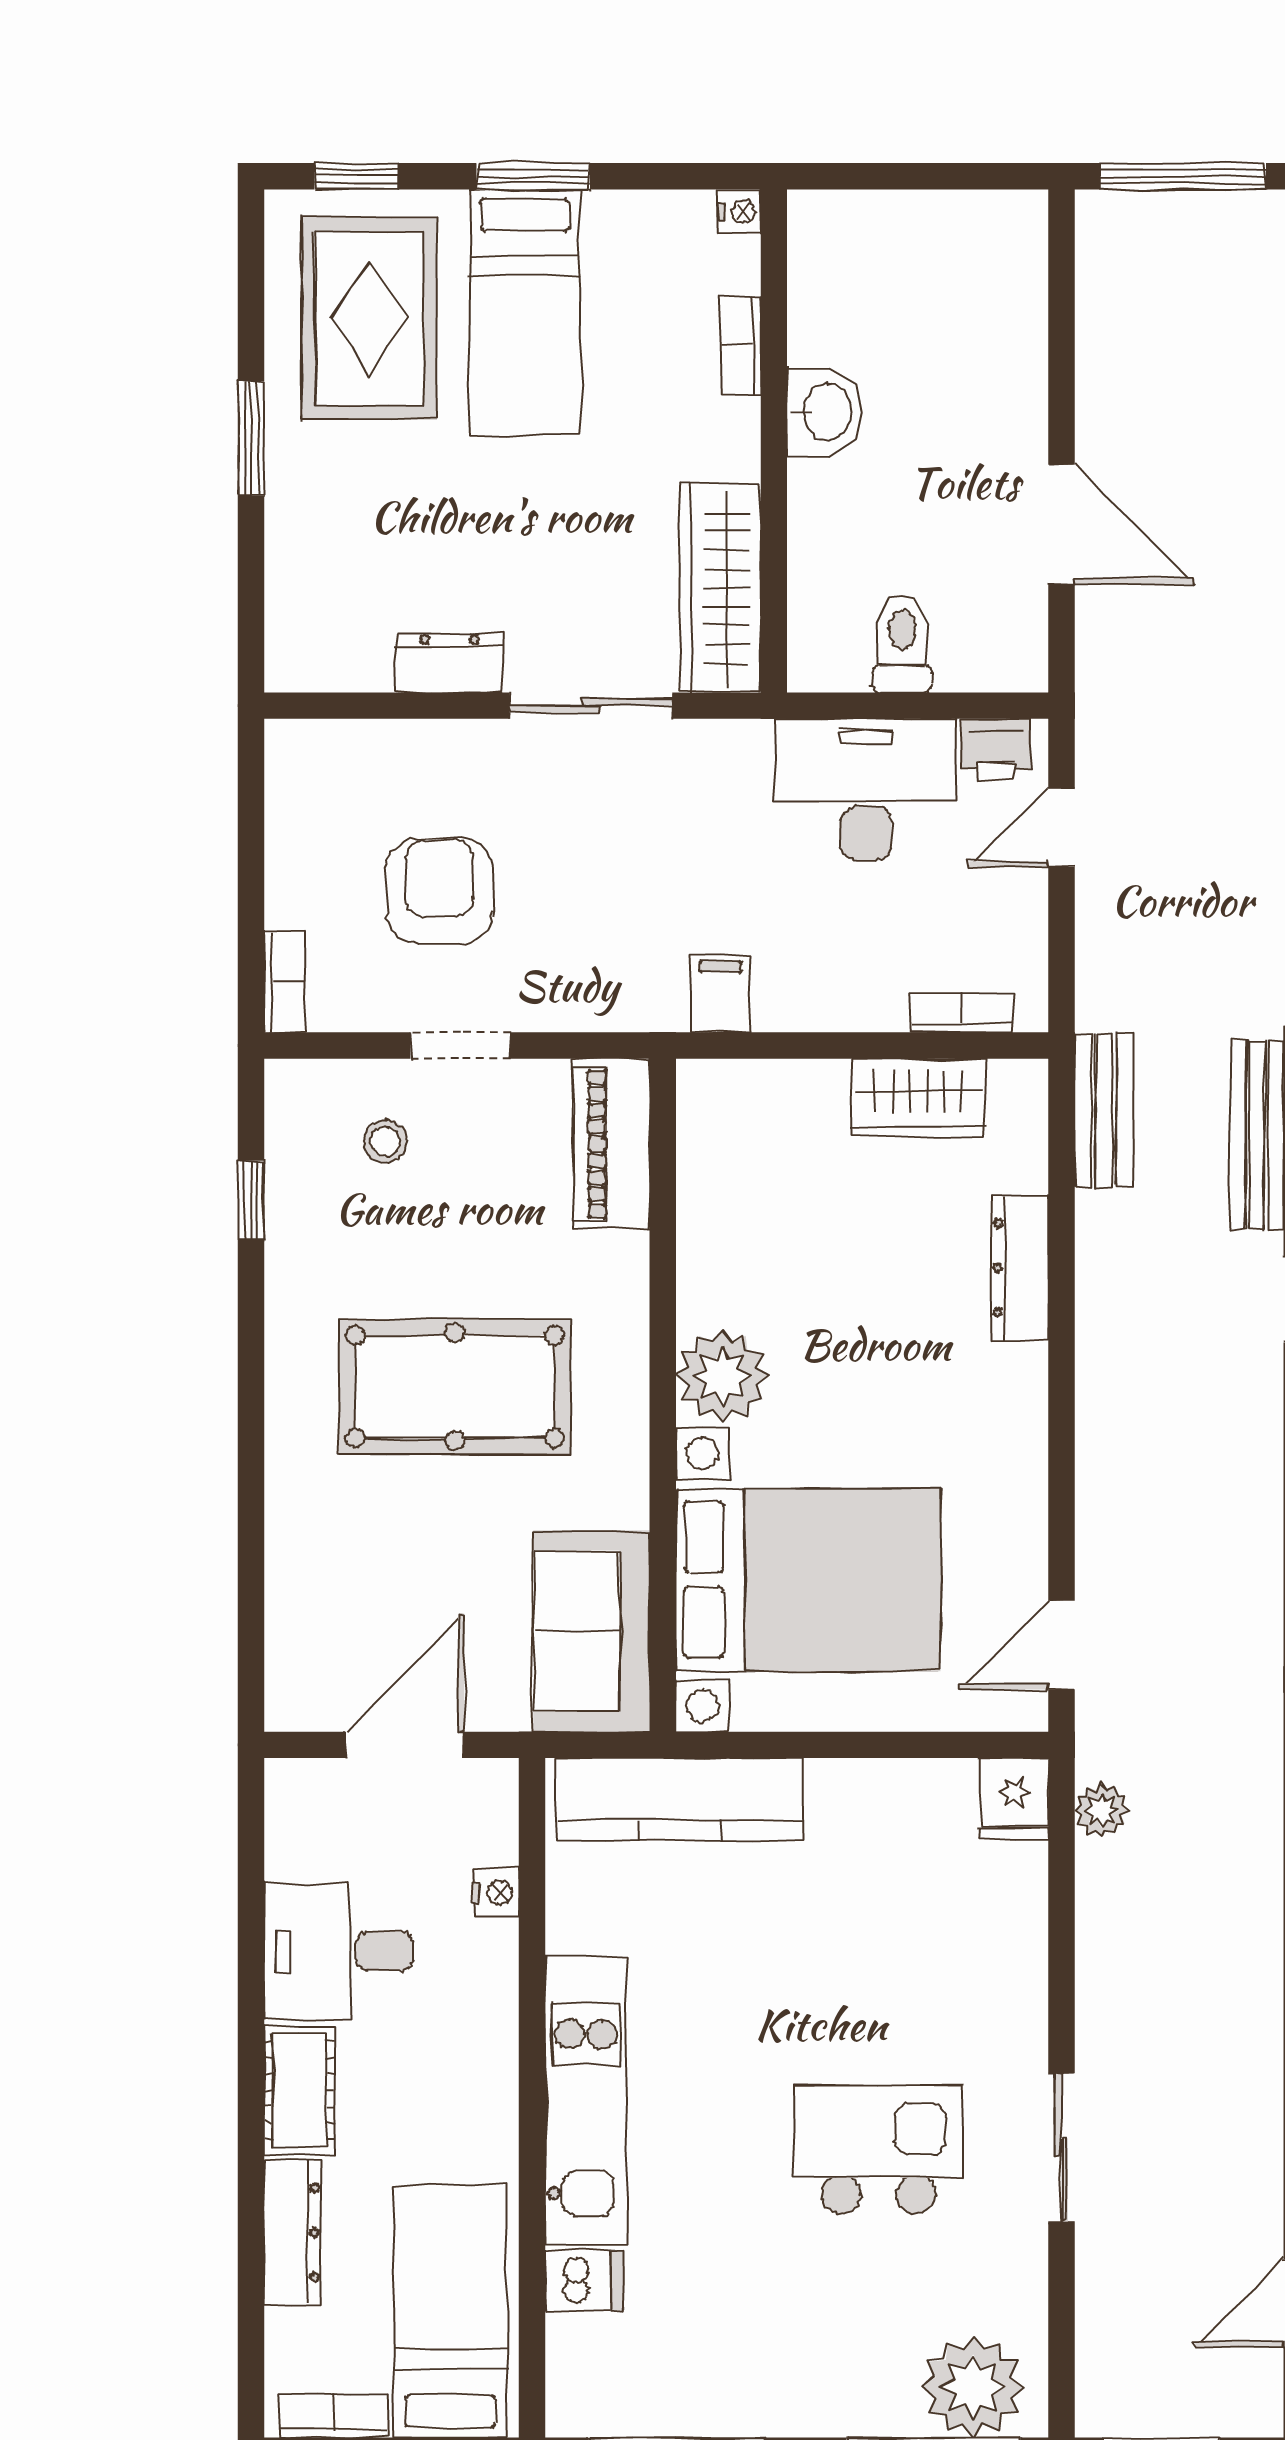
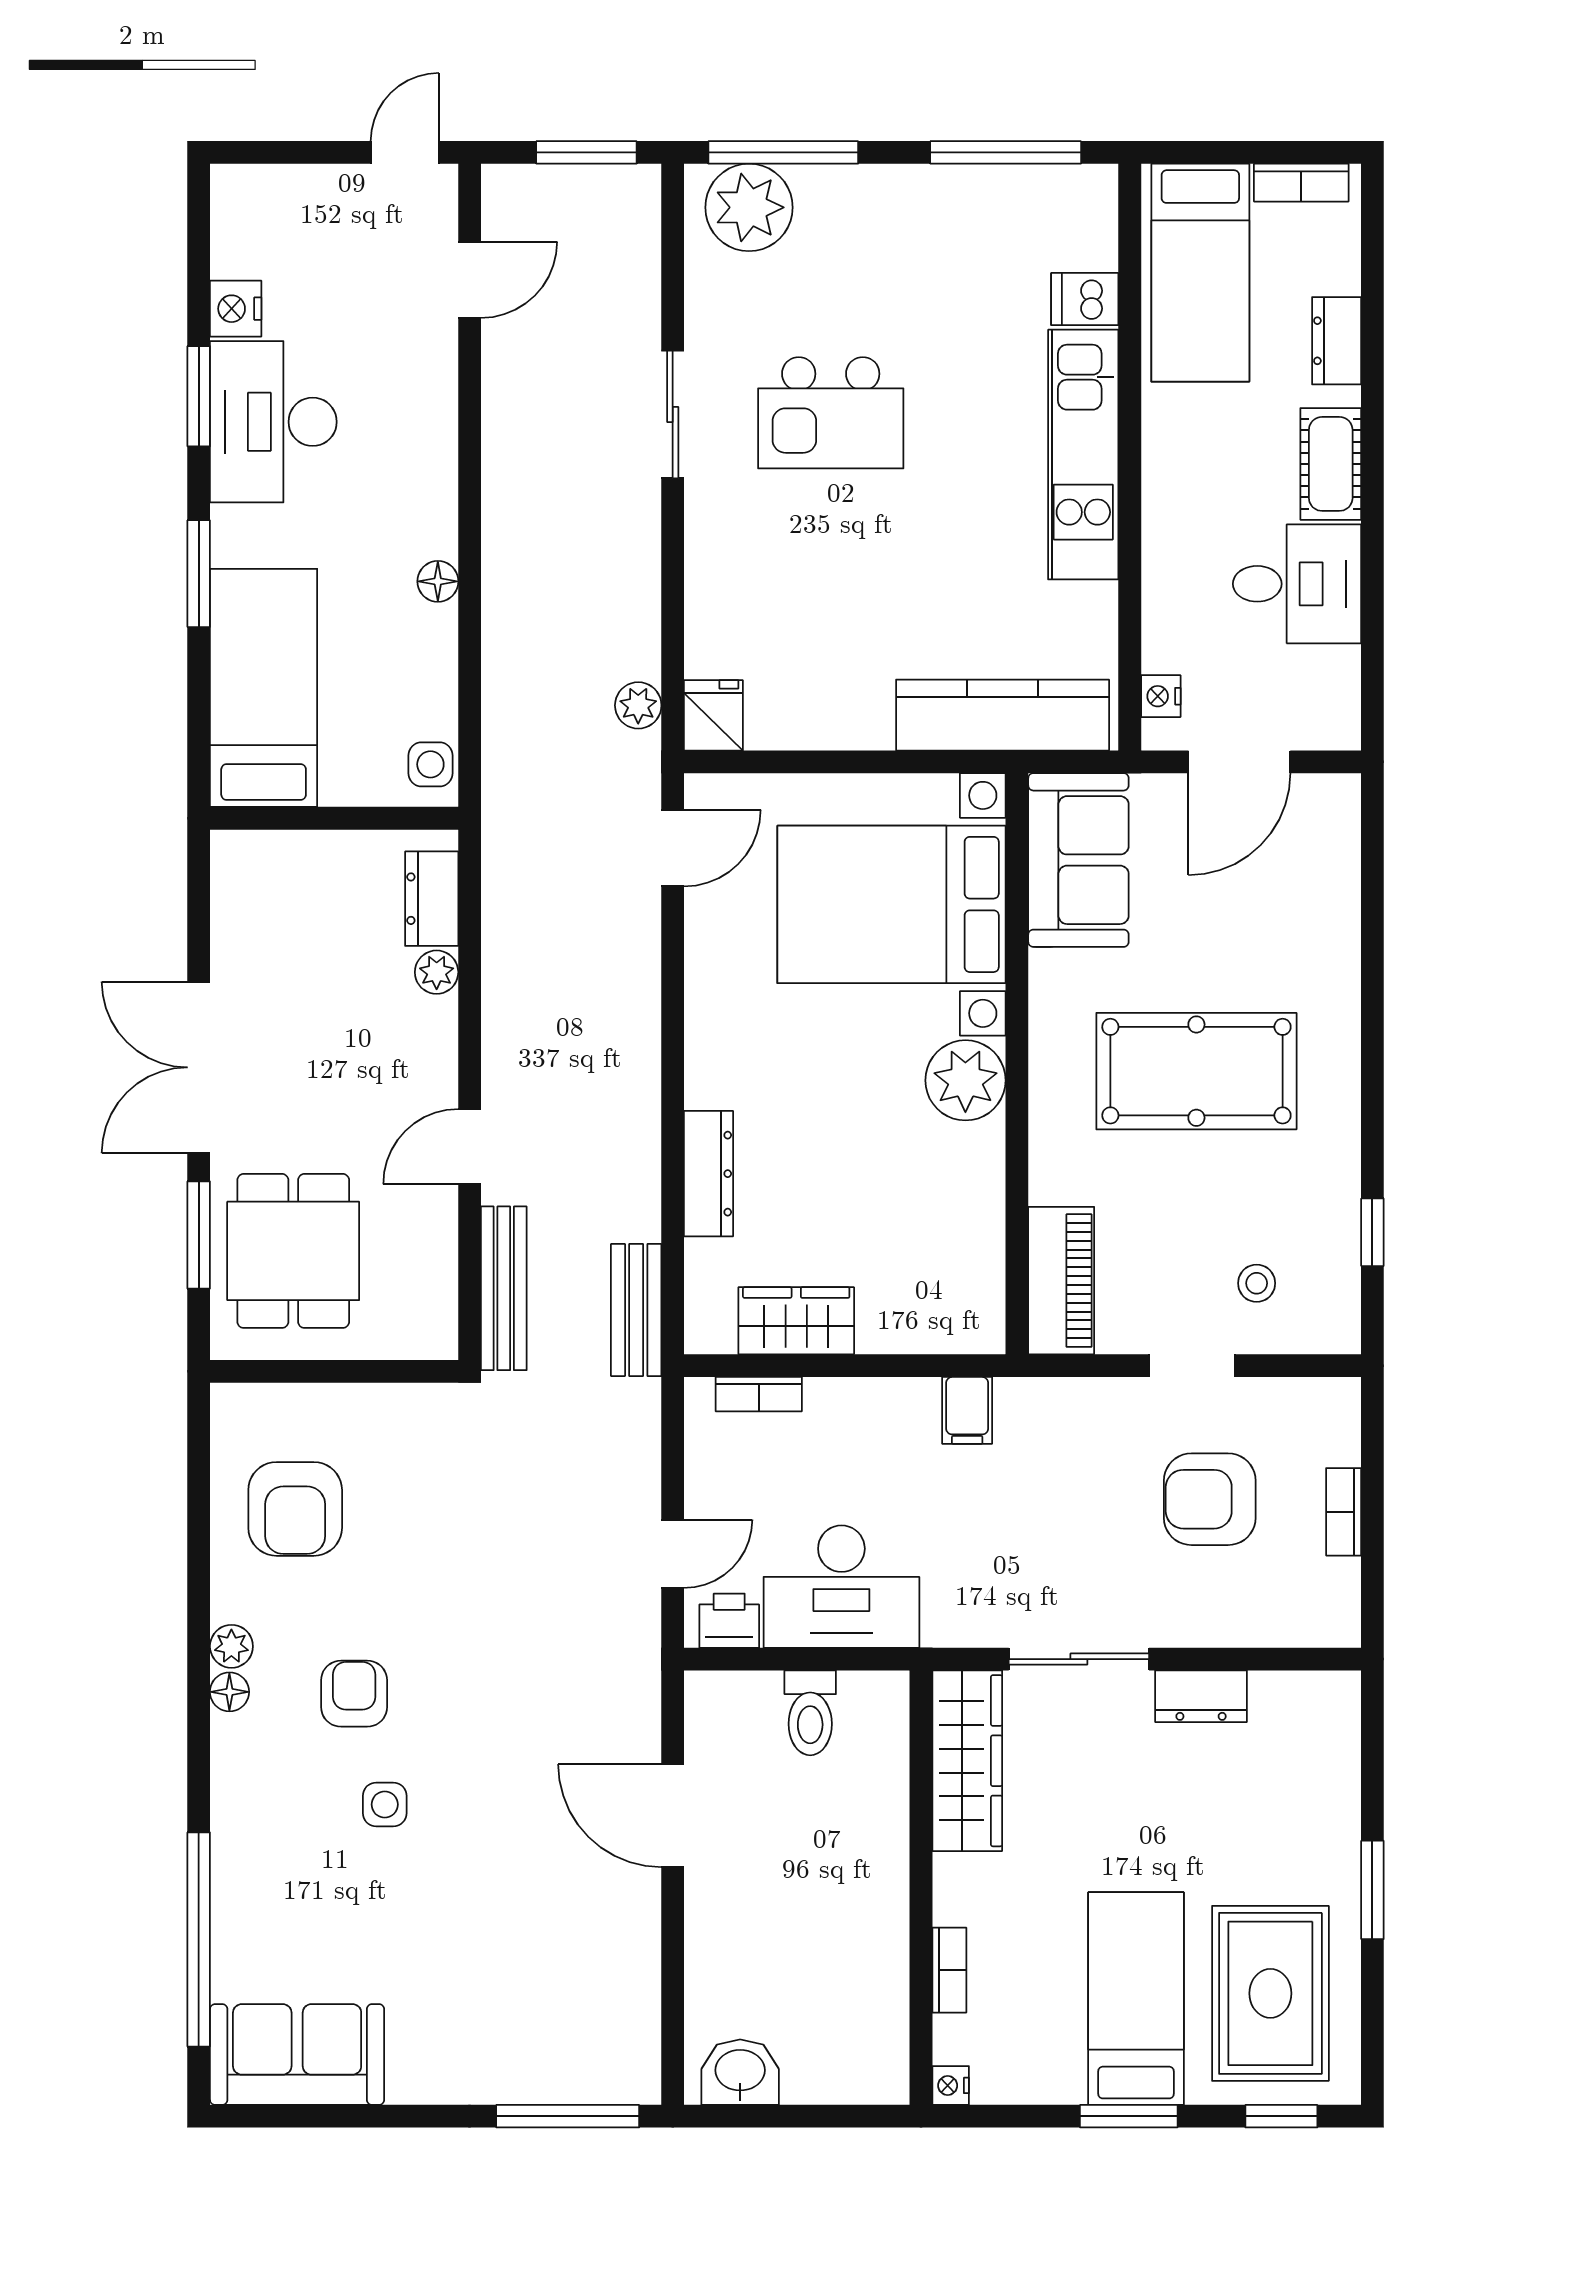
washbasin: (825, 412) -> (740, 2072), moved, turned 90
armchair: (439, 891) -> (1210, 1499), turned 90
bookcase: (284, 982) -> (1344, 1512), moved
nightstand: (496, 1893) -> (1161, 696), moved
dresser: (293, 2233) -> (1337, 341), width x0.70

